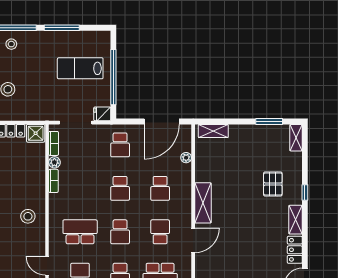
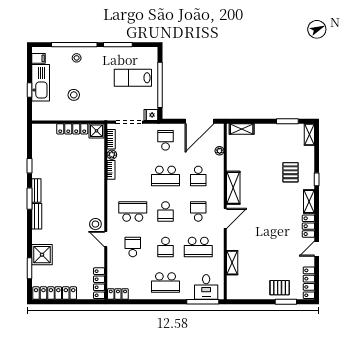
school desk: (120, 145) -> (166, 140), turned 180
school desk: (120, 188) -> (166, 176), width x1.85
stool: (28, 216) -> (95, 224), moved

